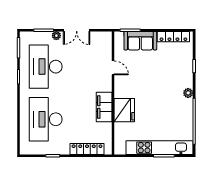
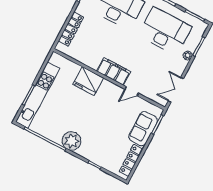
double door: (77, 30) -> (176, 90), moved
plant: (188, 93) -> (71, 141), width x1.87, depth x1.87
filing cabinet: (104, 107) -> (114, 71), moved

